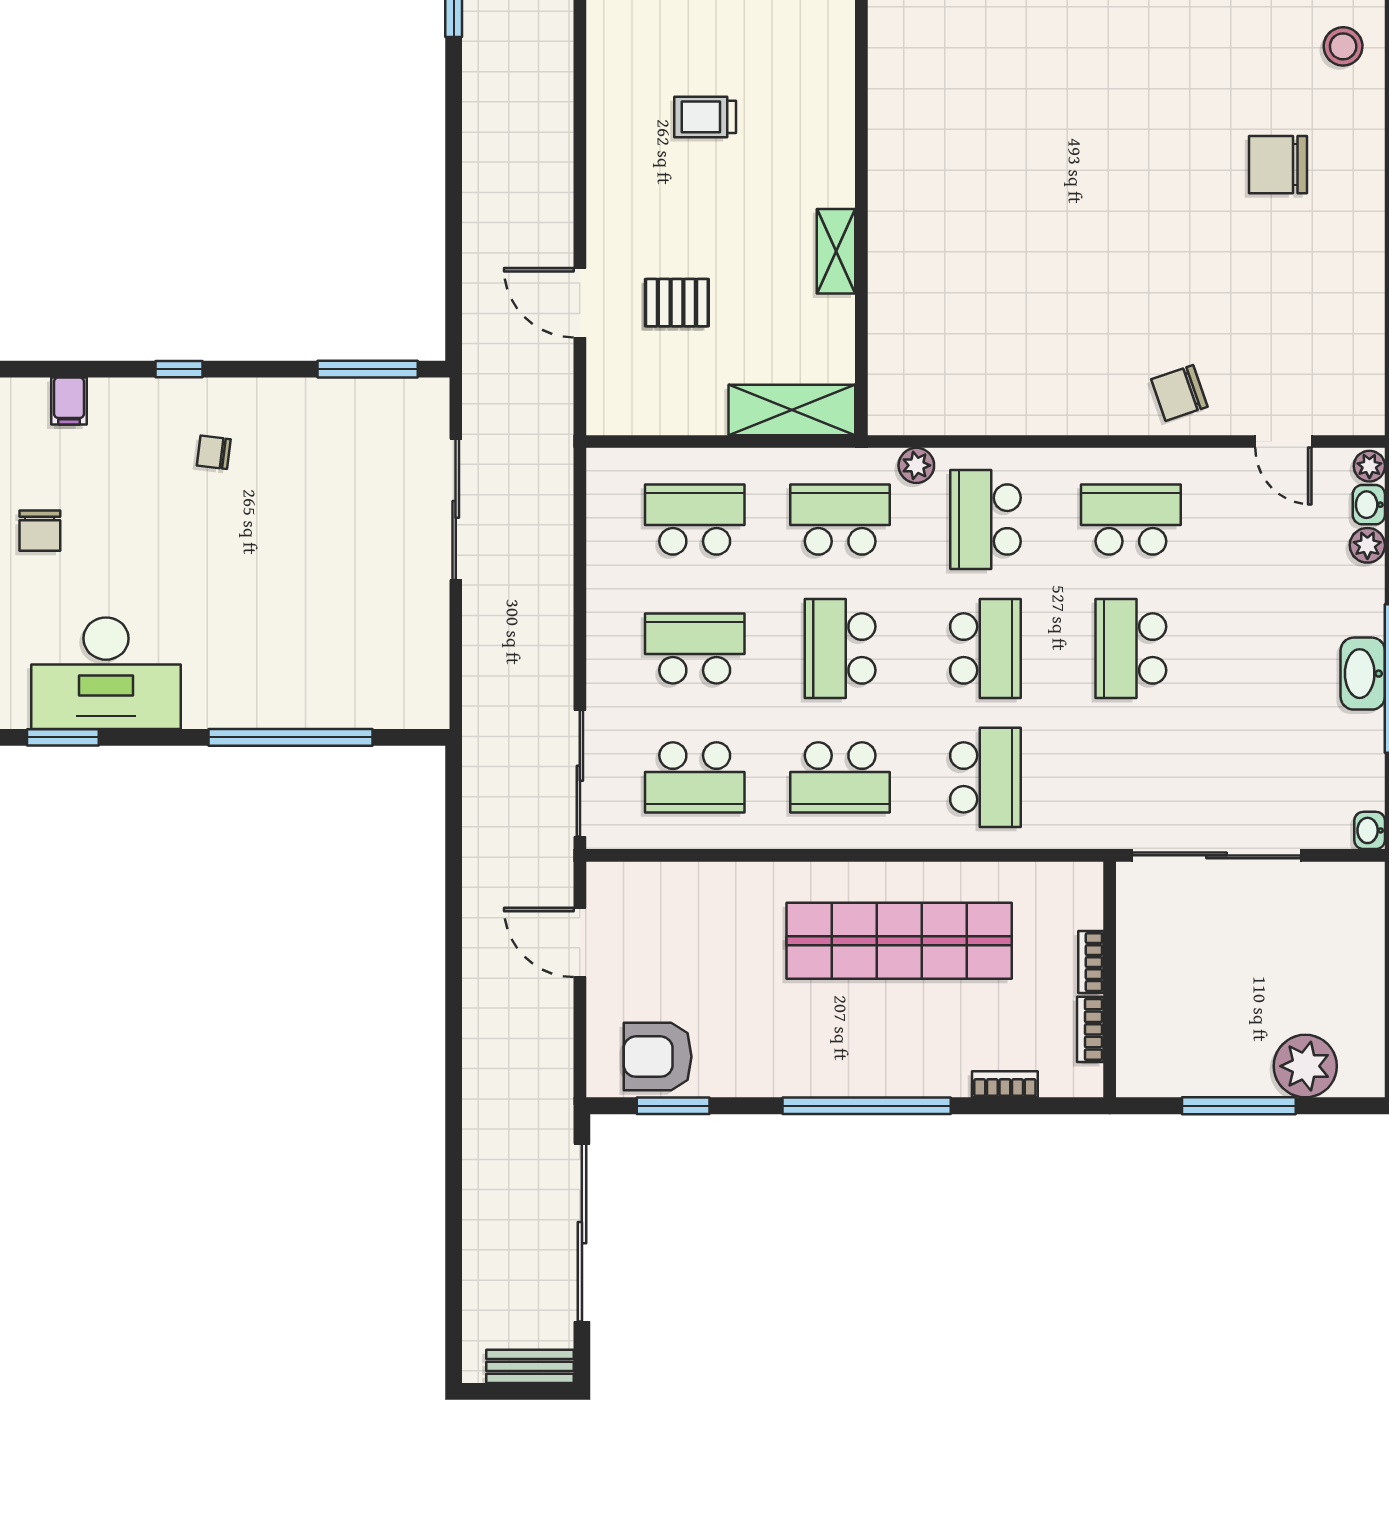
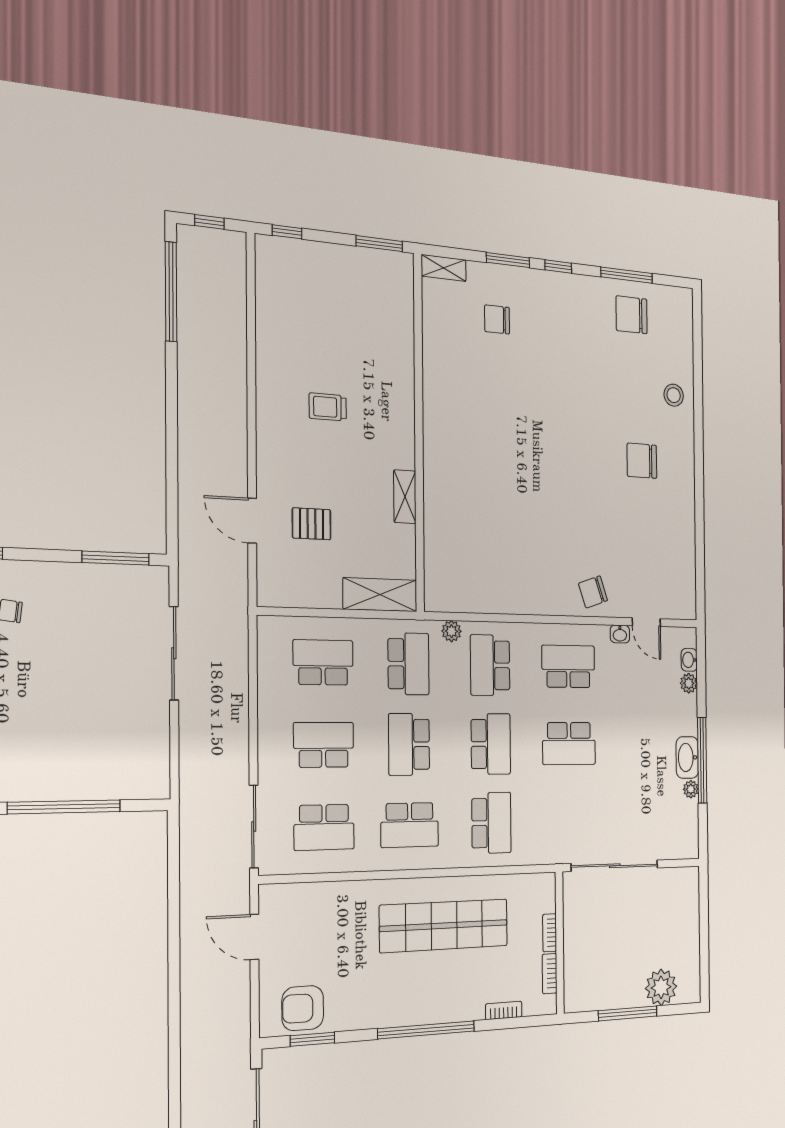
plant: (1369, 466) -> (691, 789), moved
school desk: (840, 520) -> (408, 664), turned 90
school desk: (1131, 648) -> (569, 744), turned -90
washbasin: (1370, 830) -> (620, 634), moved, turned -90

